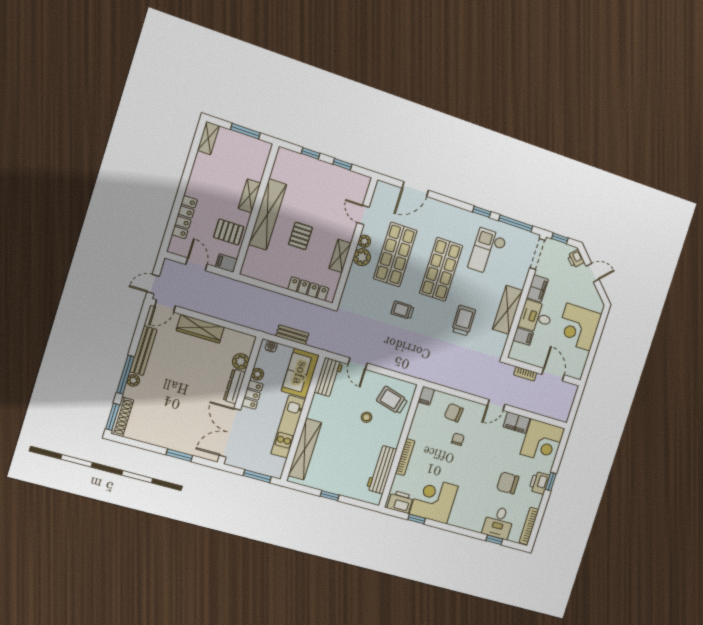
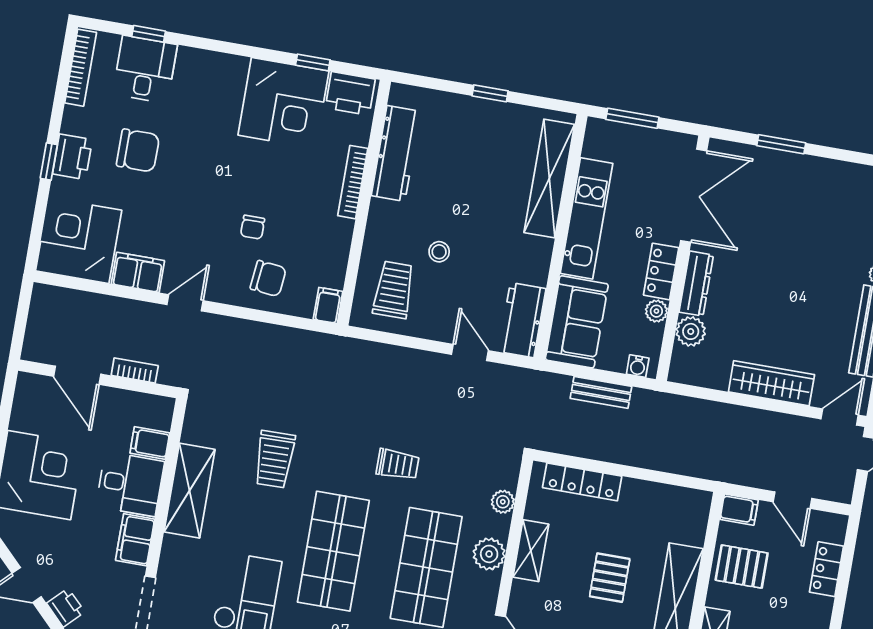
locker: (184, 217) -> (826, 569), width x0.66
plant: (364, 241) -> (503, 502), moved
trolley: (392, 400) -> (394, 290), turned -105

